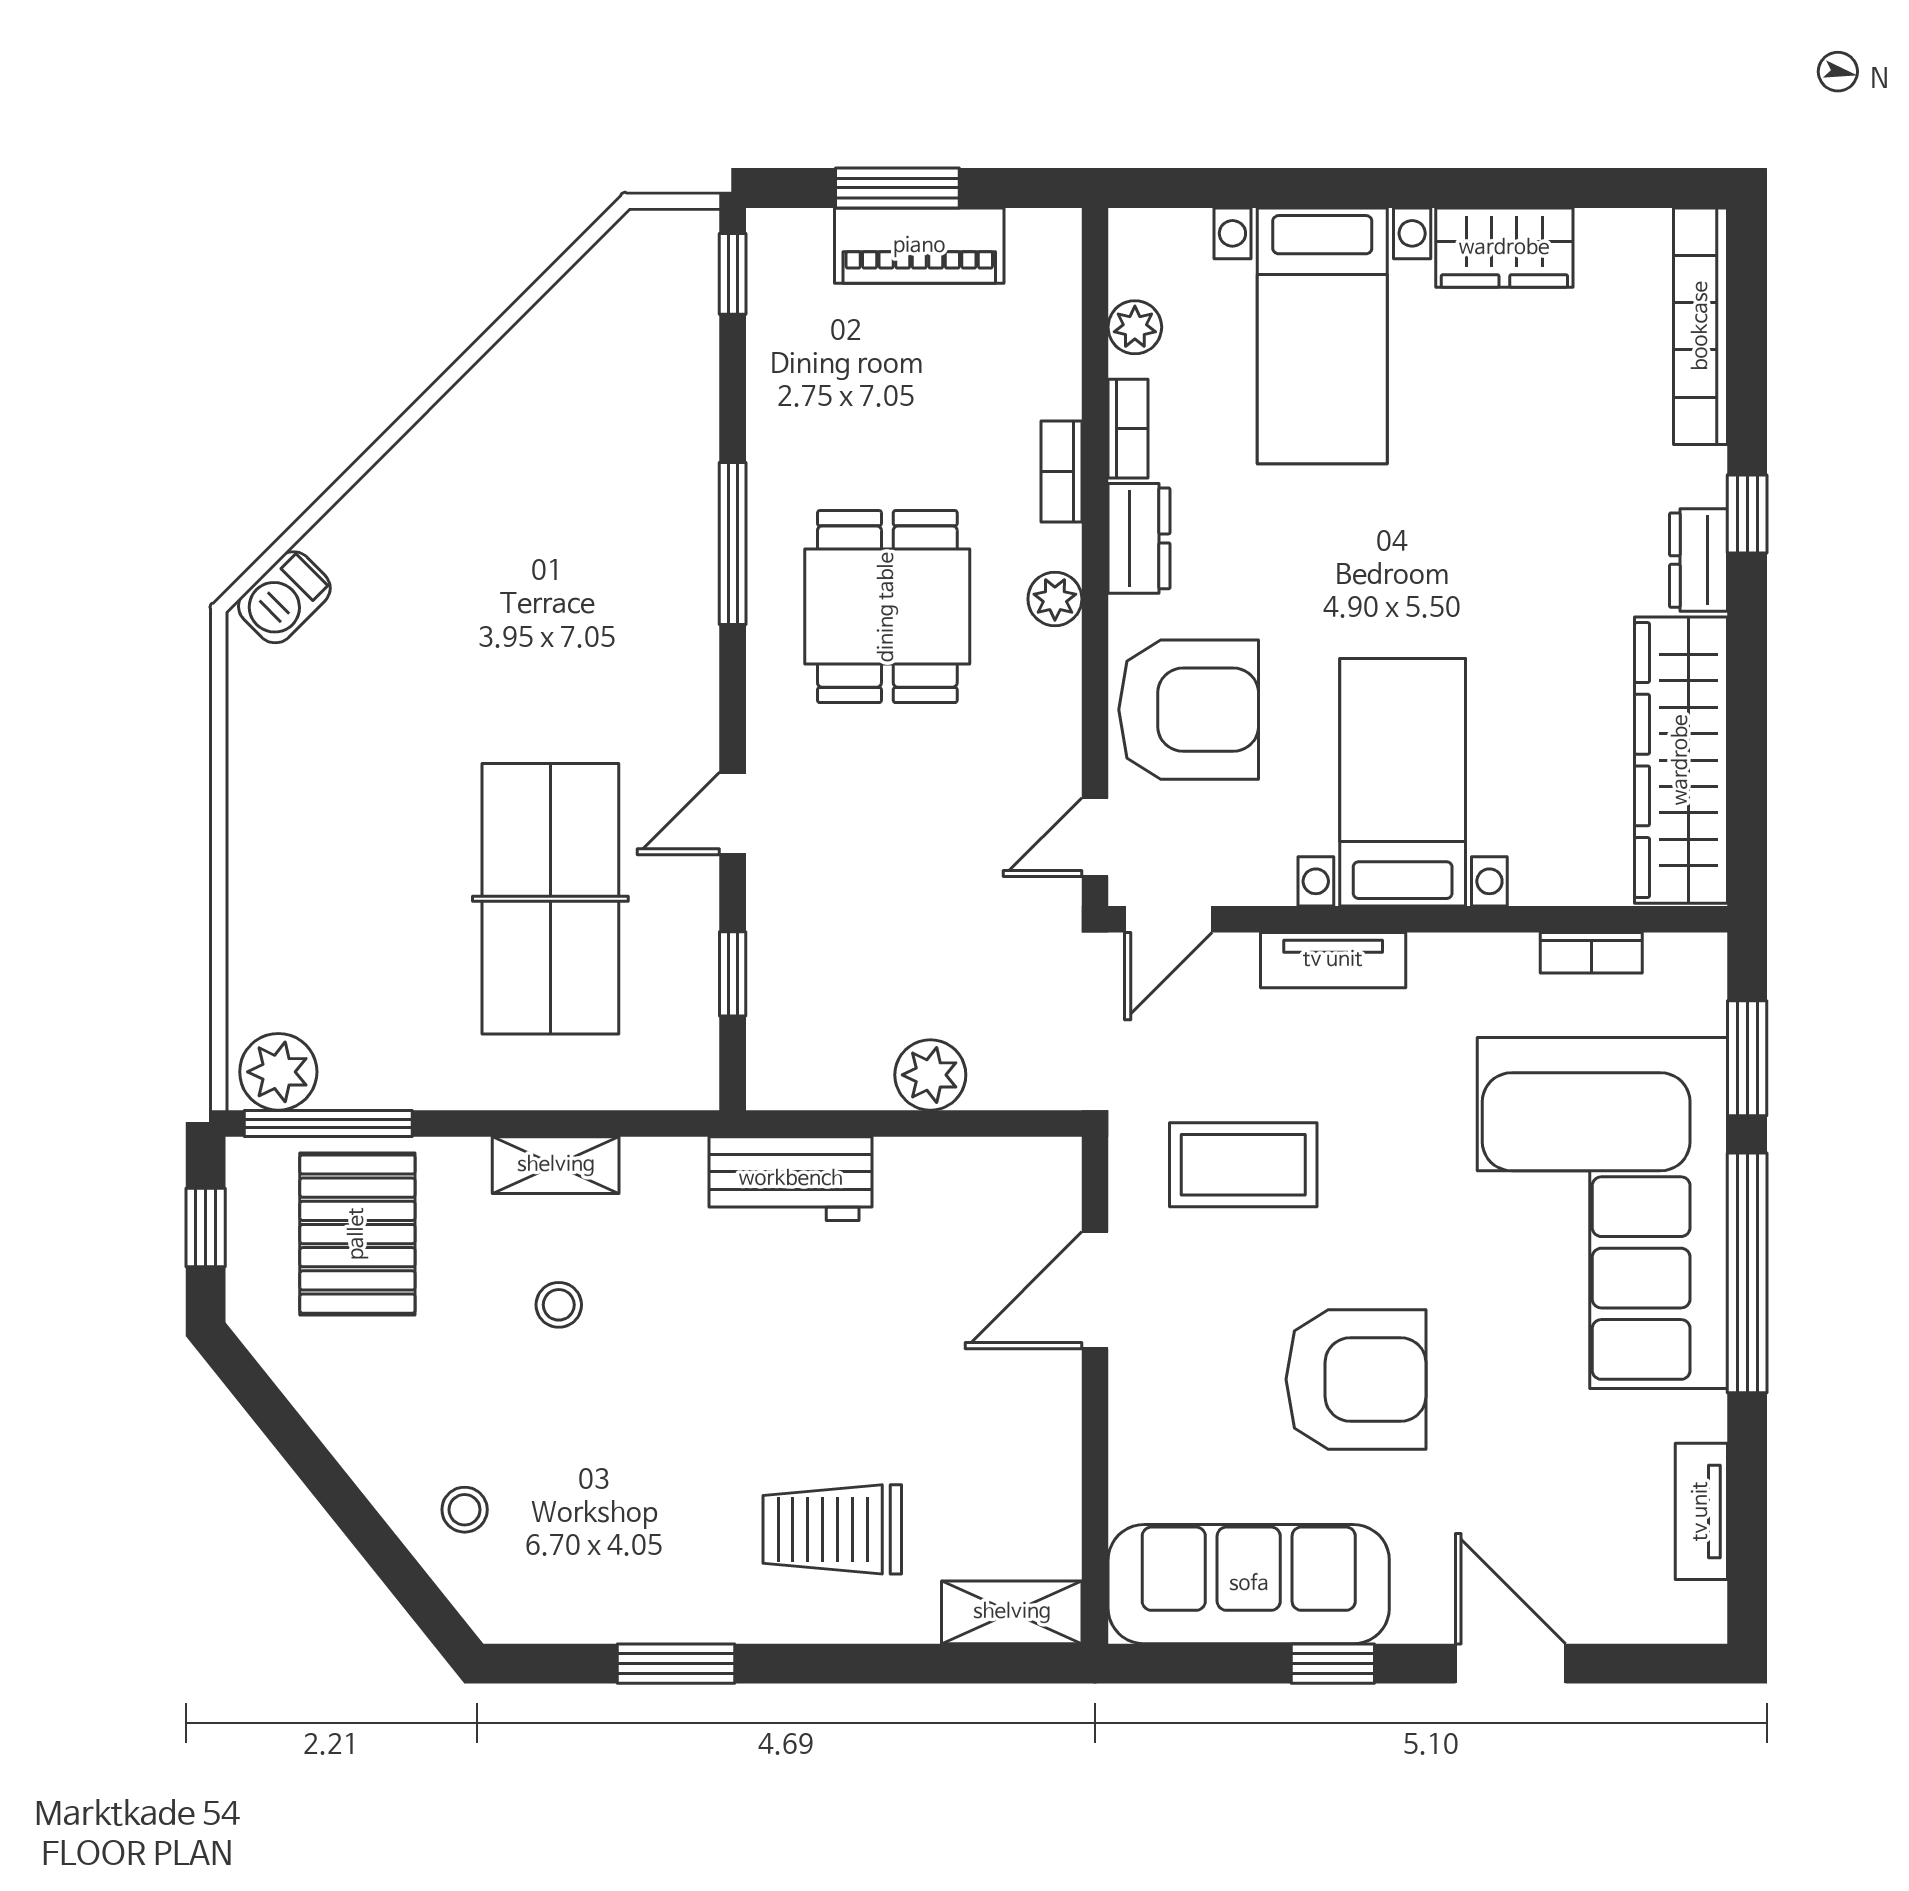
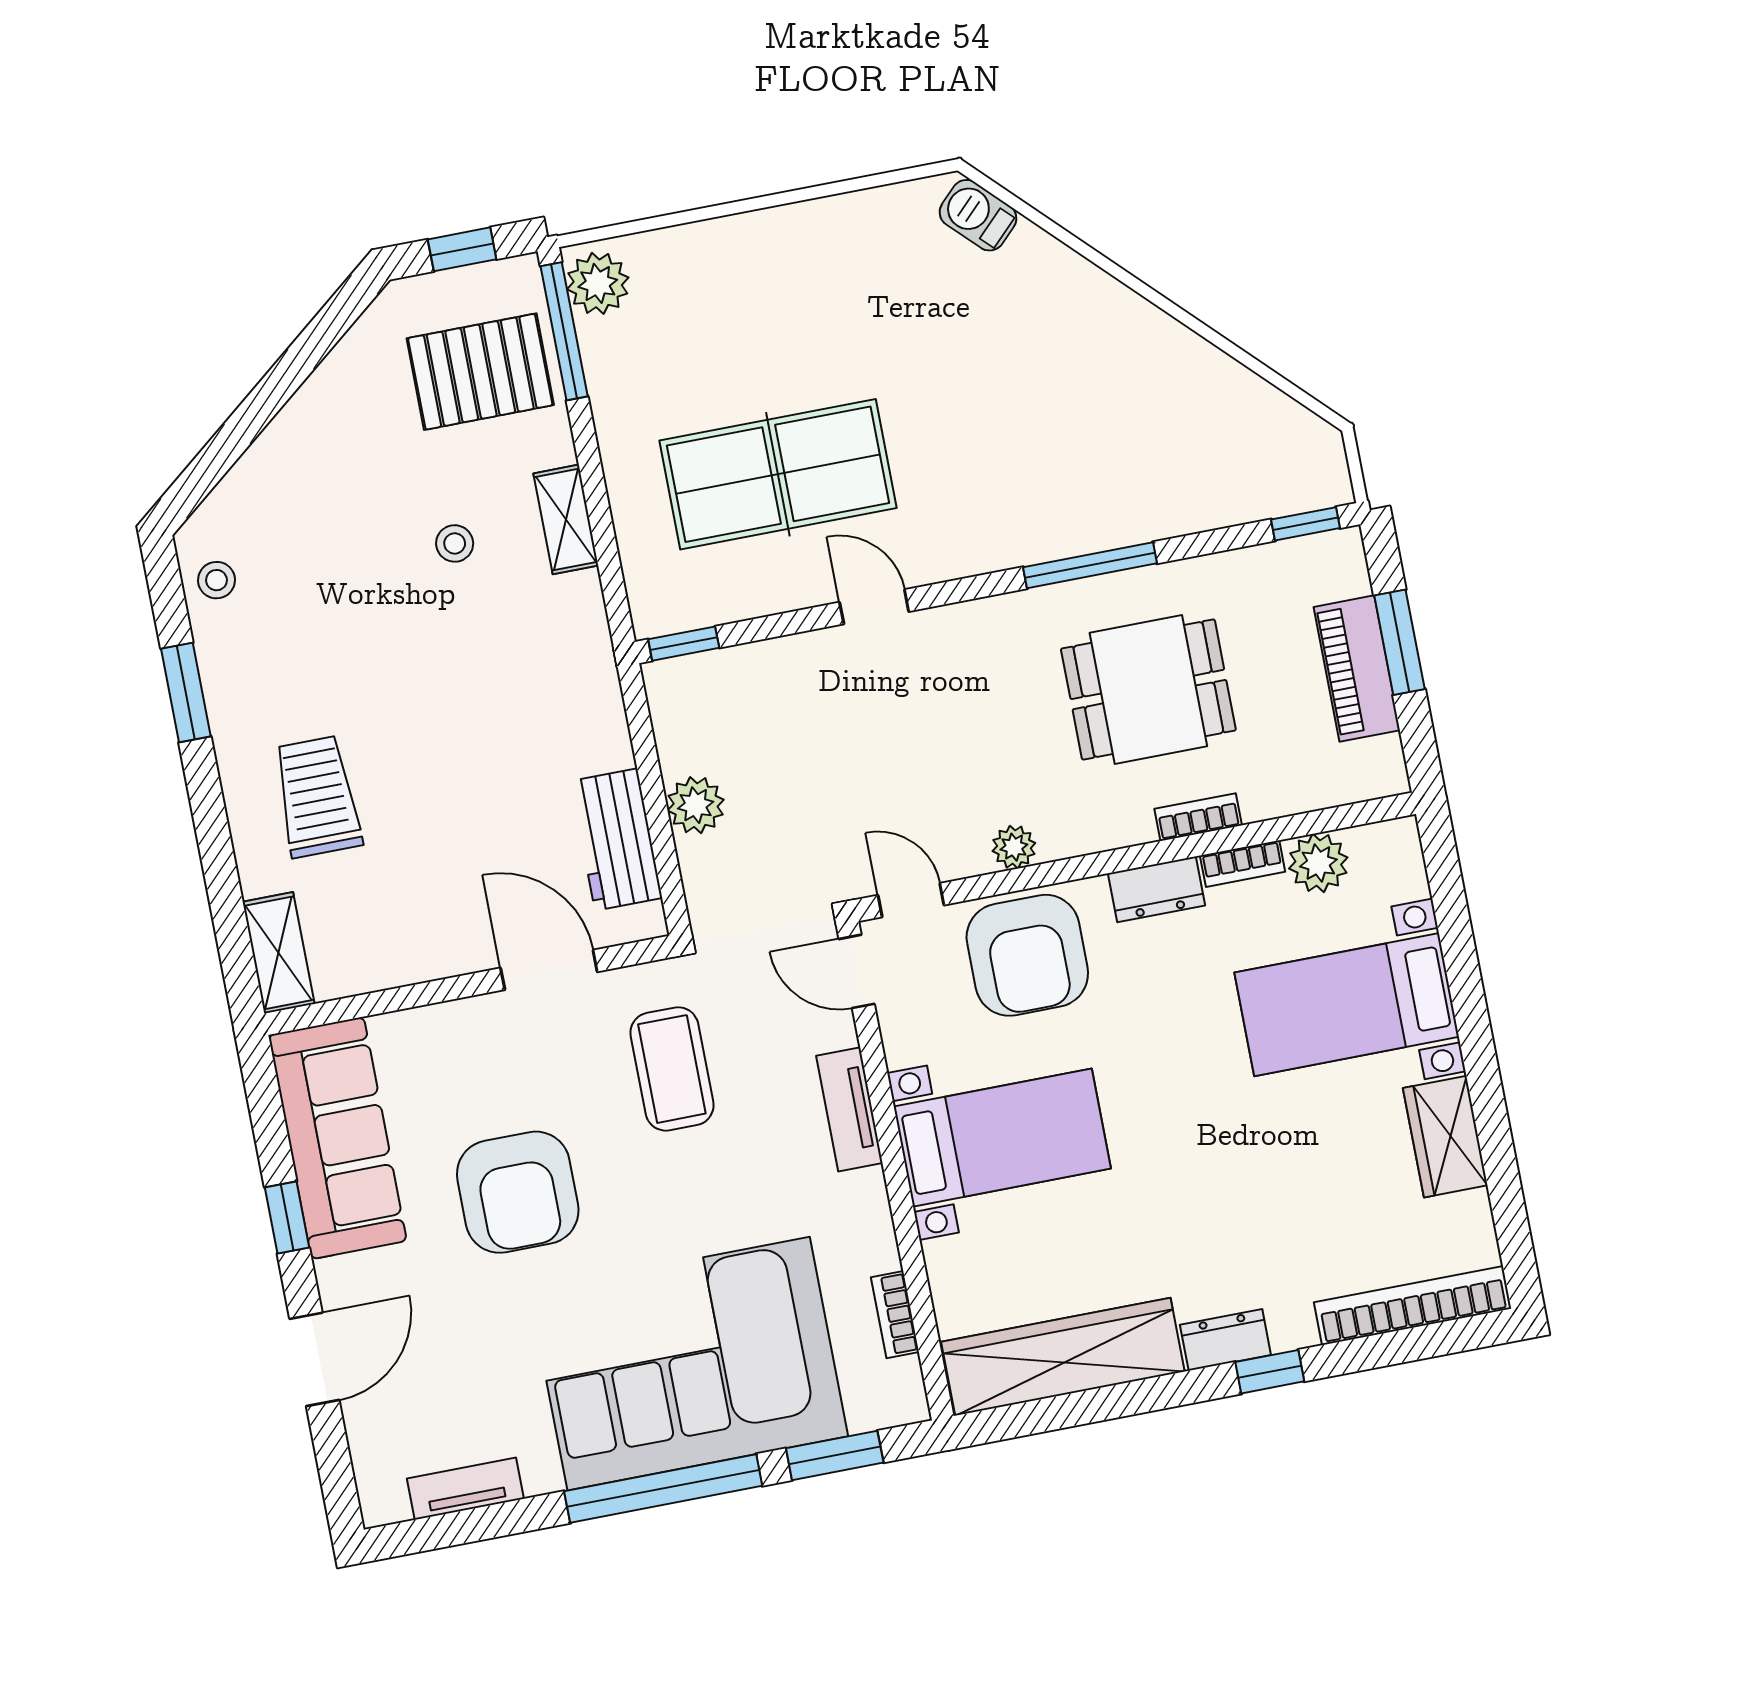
plant: (1135, 327) -> (1318, 863), width x1.38, depth x1.38
plant: (1055, 599) -> (1014, 847), moved
dining table: (887, 607) -> (1148, 689), moved
window: (733, 974) -> (684, 644), moved
workbench: (791, 1179) -> (616, 840), moved
stool: (465, 1510) -> (216, 580), moved

